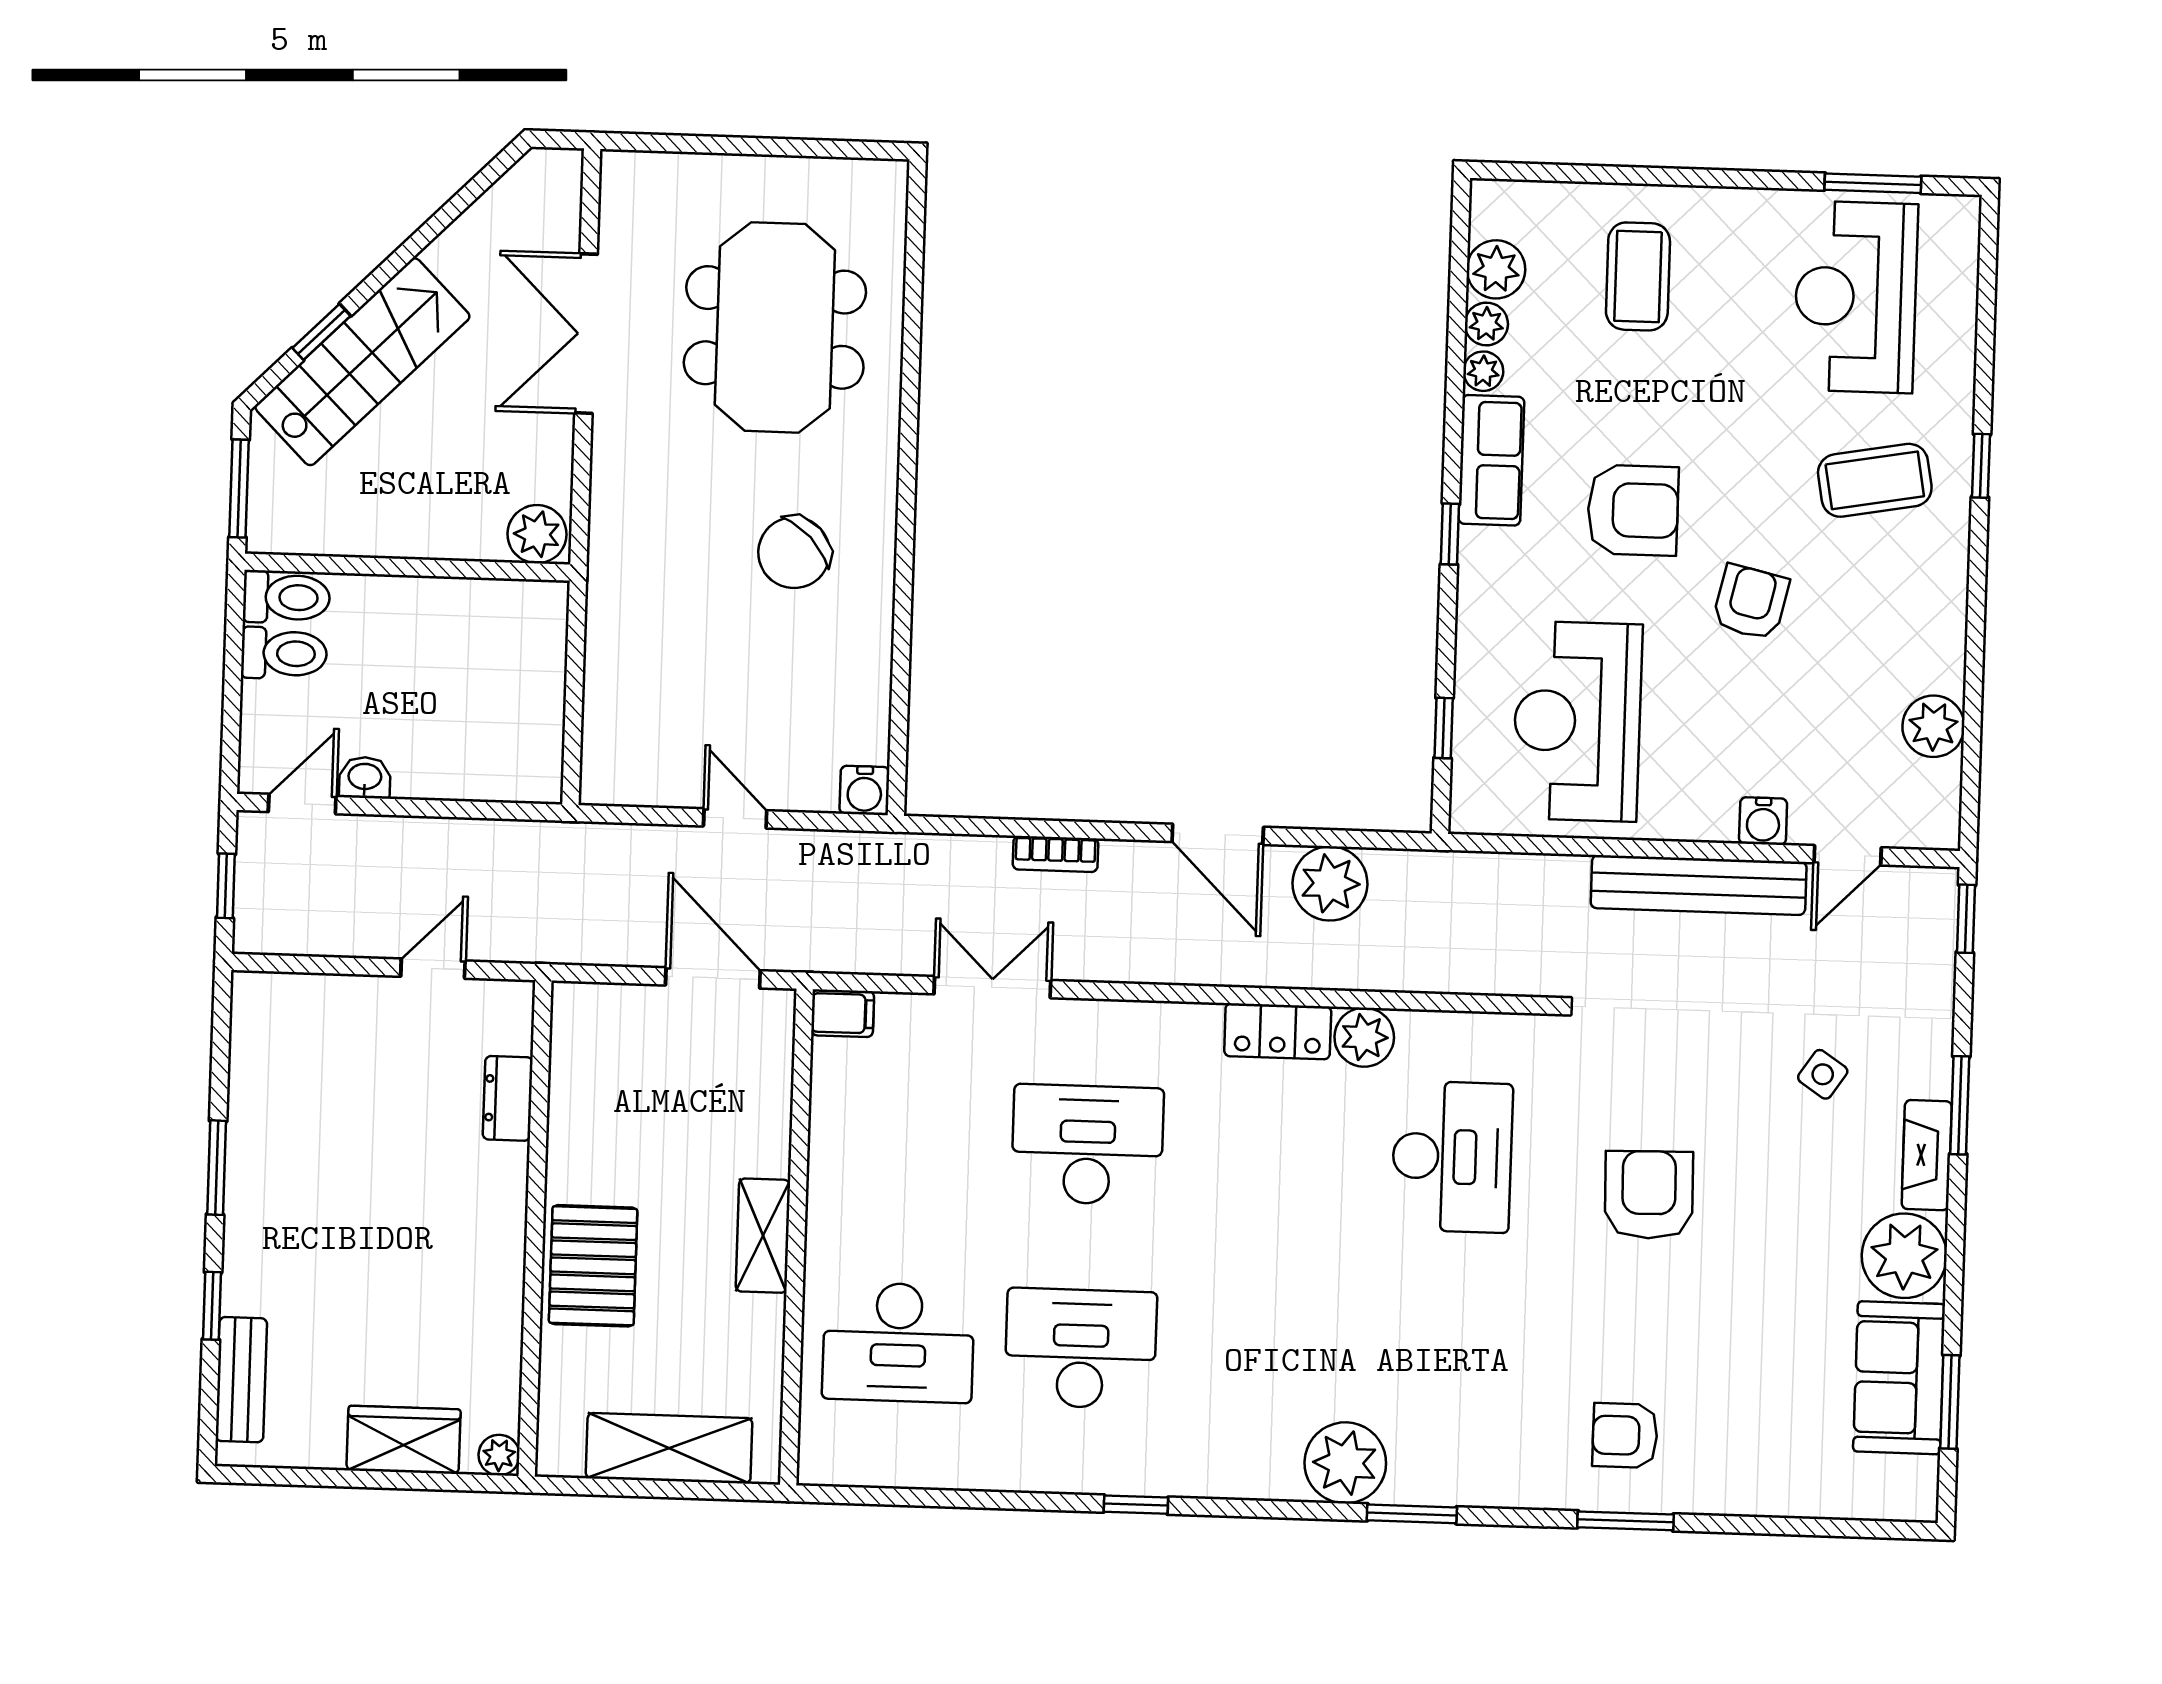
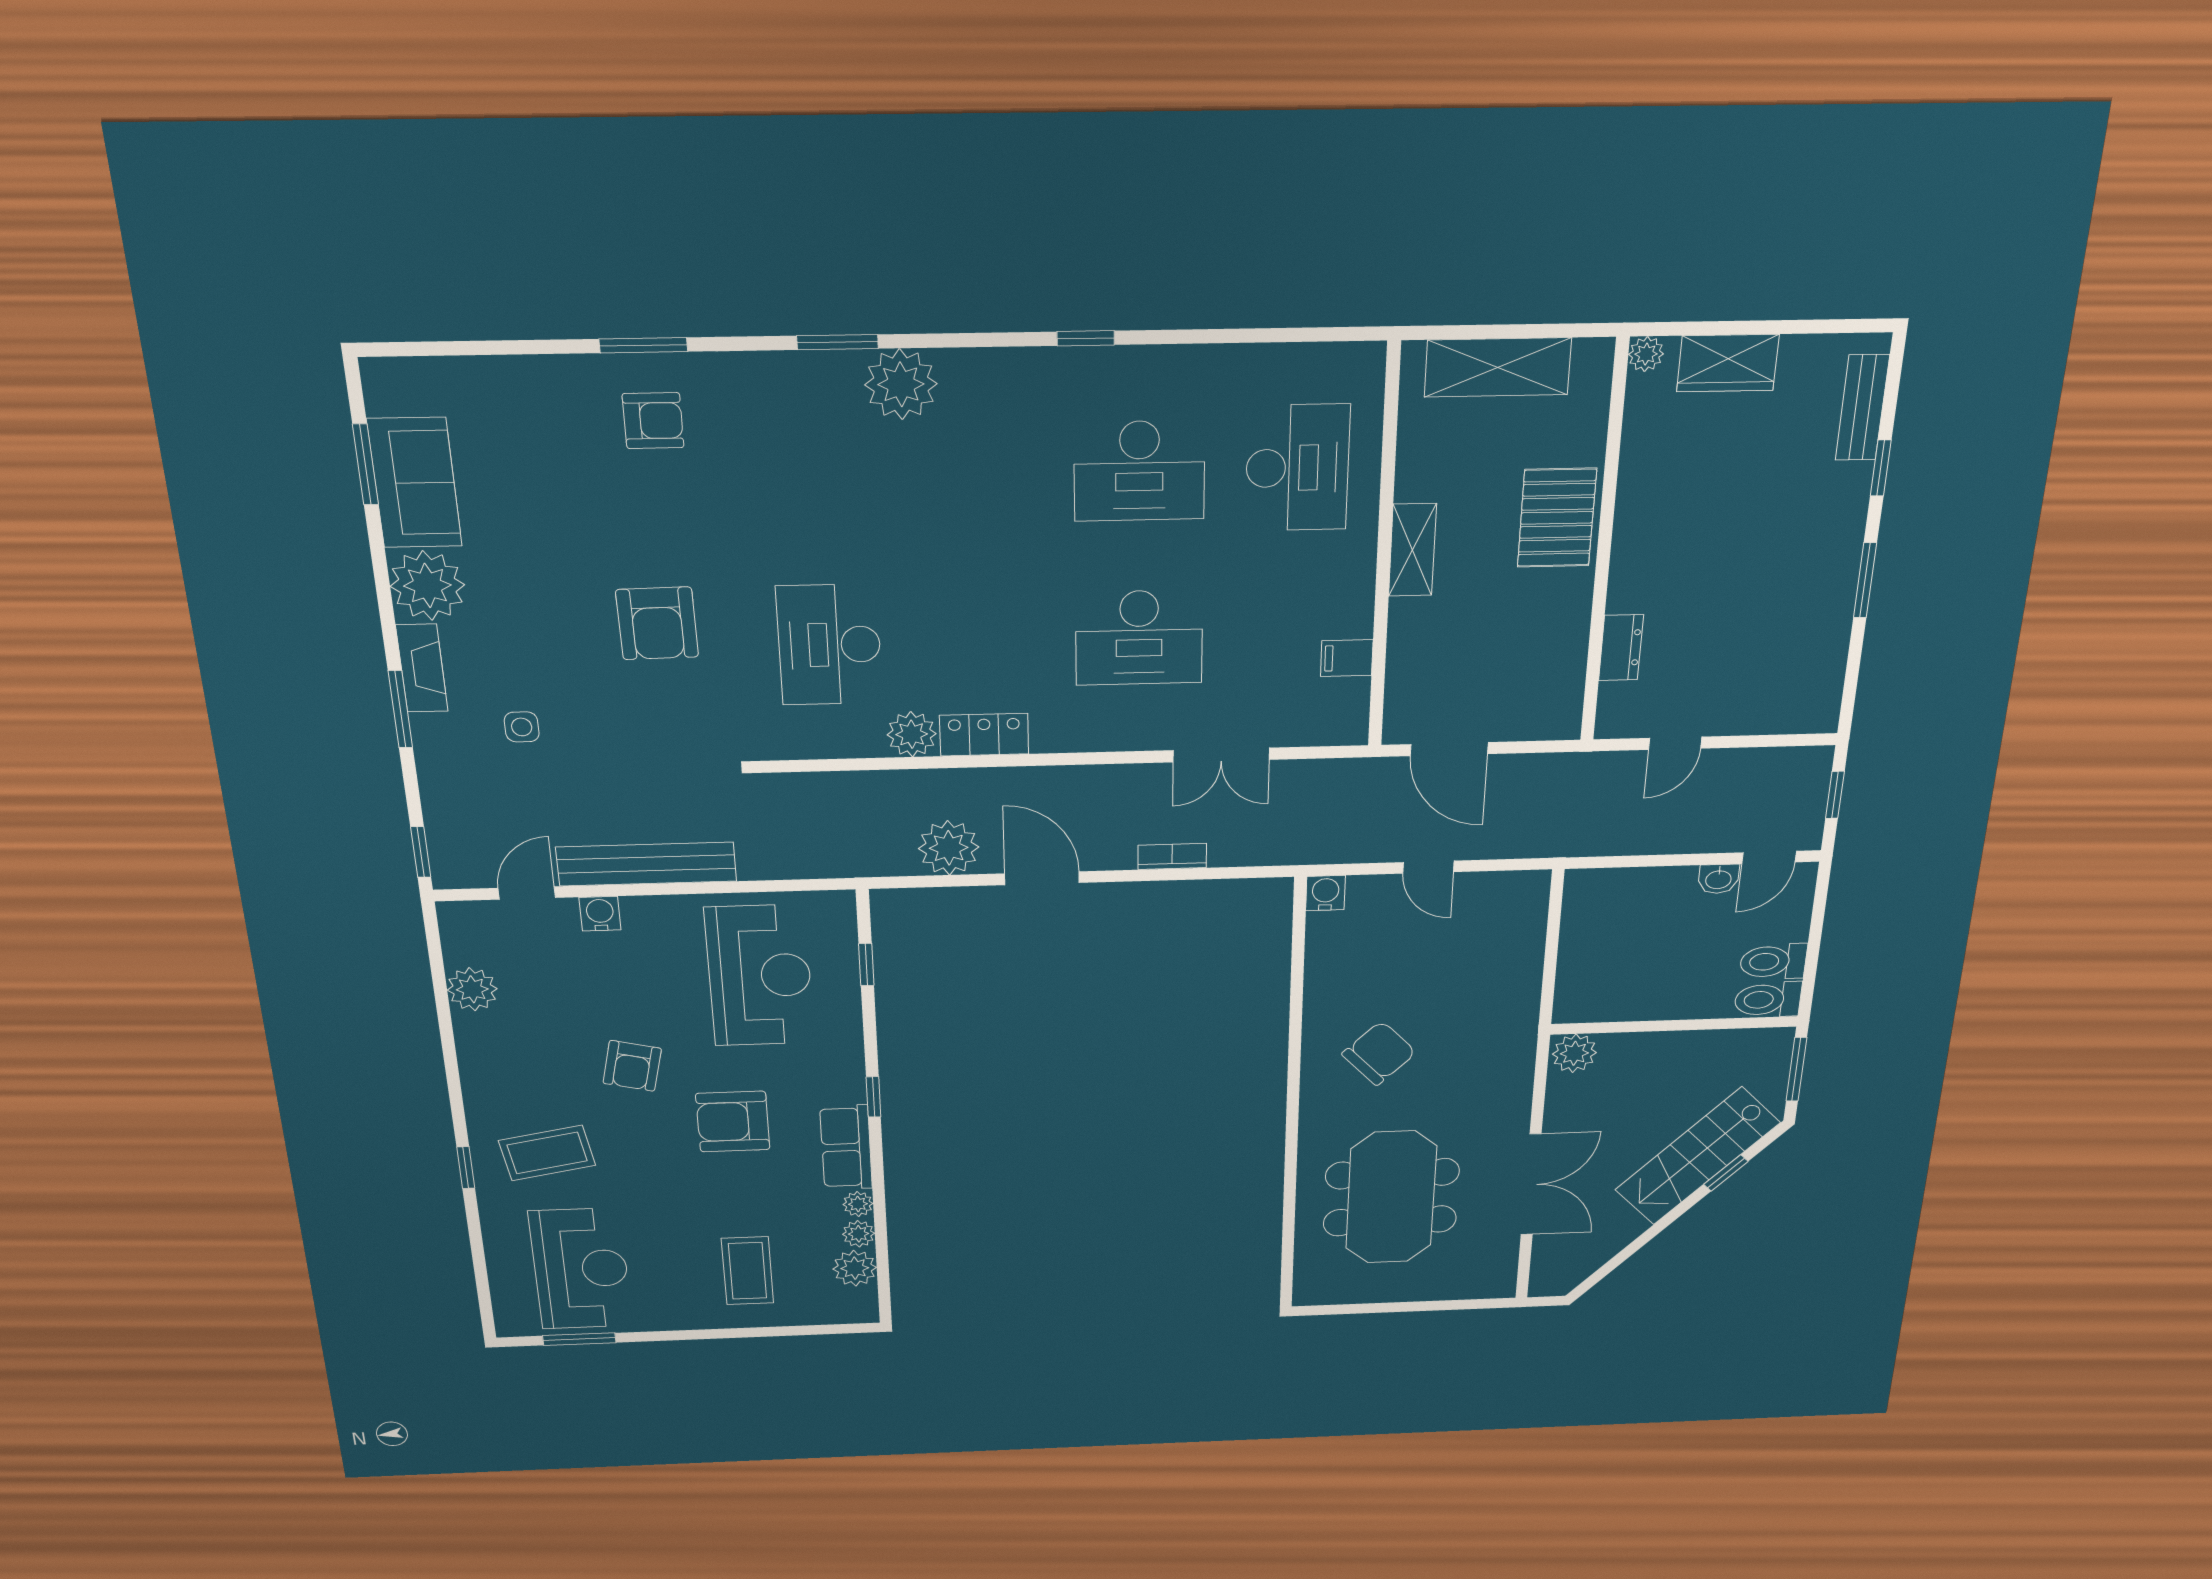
filing cabinet: (843, 1013) -> (1347, 658), moved
side table: (1823, 1074) -> (522, 727), turned -34
desk: (898, 1342) -> (1297, 468), turned 90

